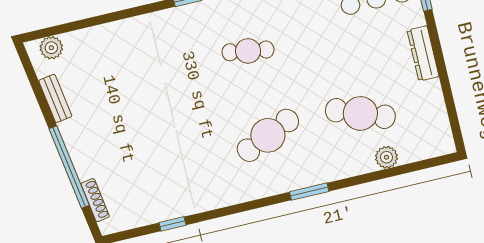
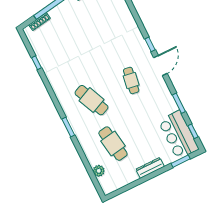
cafe table: (360, 113) -> (113, 144), turned -30
plant: (386, 157) -> (99, 171), moved

